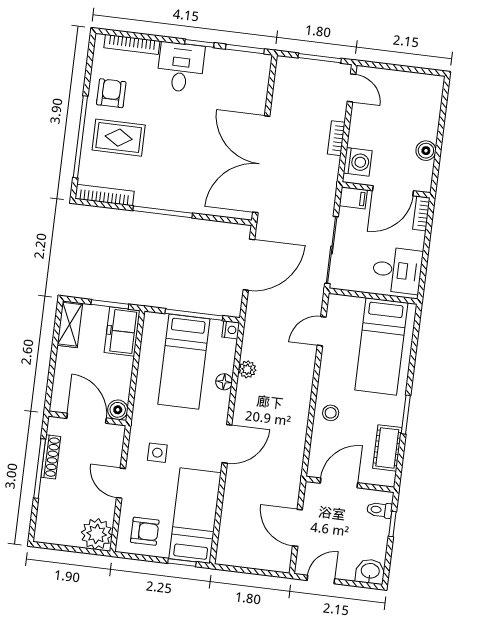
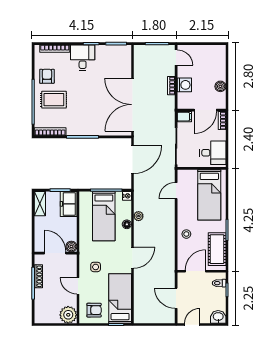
washing machine: (358, 162) -> (184, 85), moved
cot: (387, 448) -> (217, 249), width x1.37, depth x1.34

